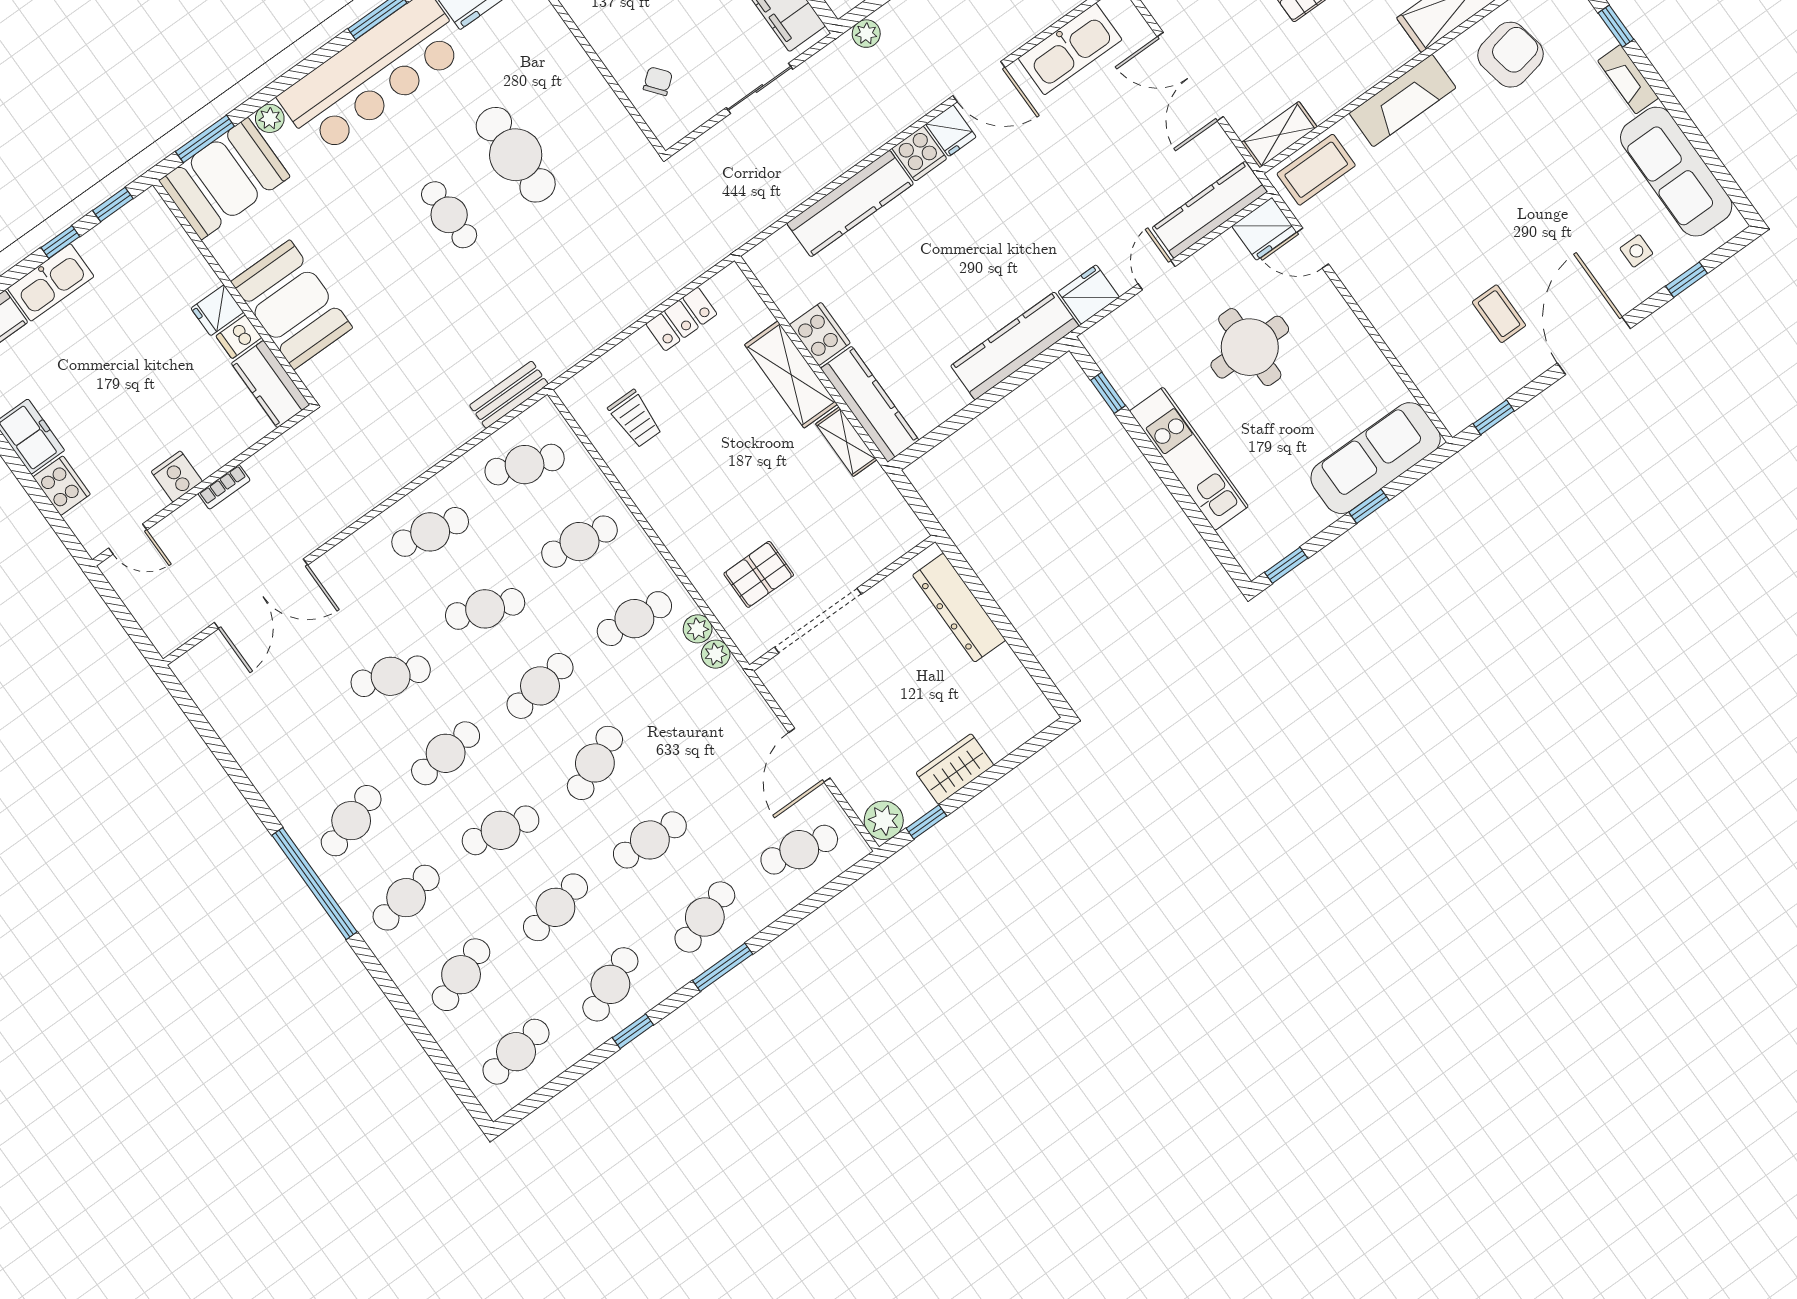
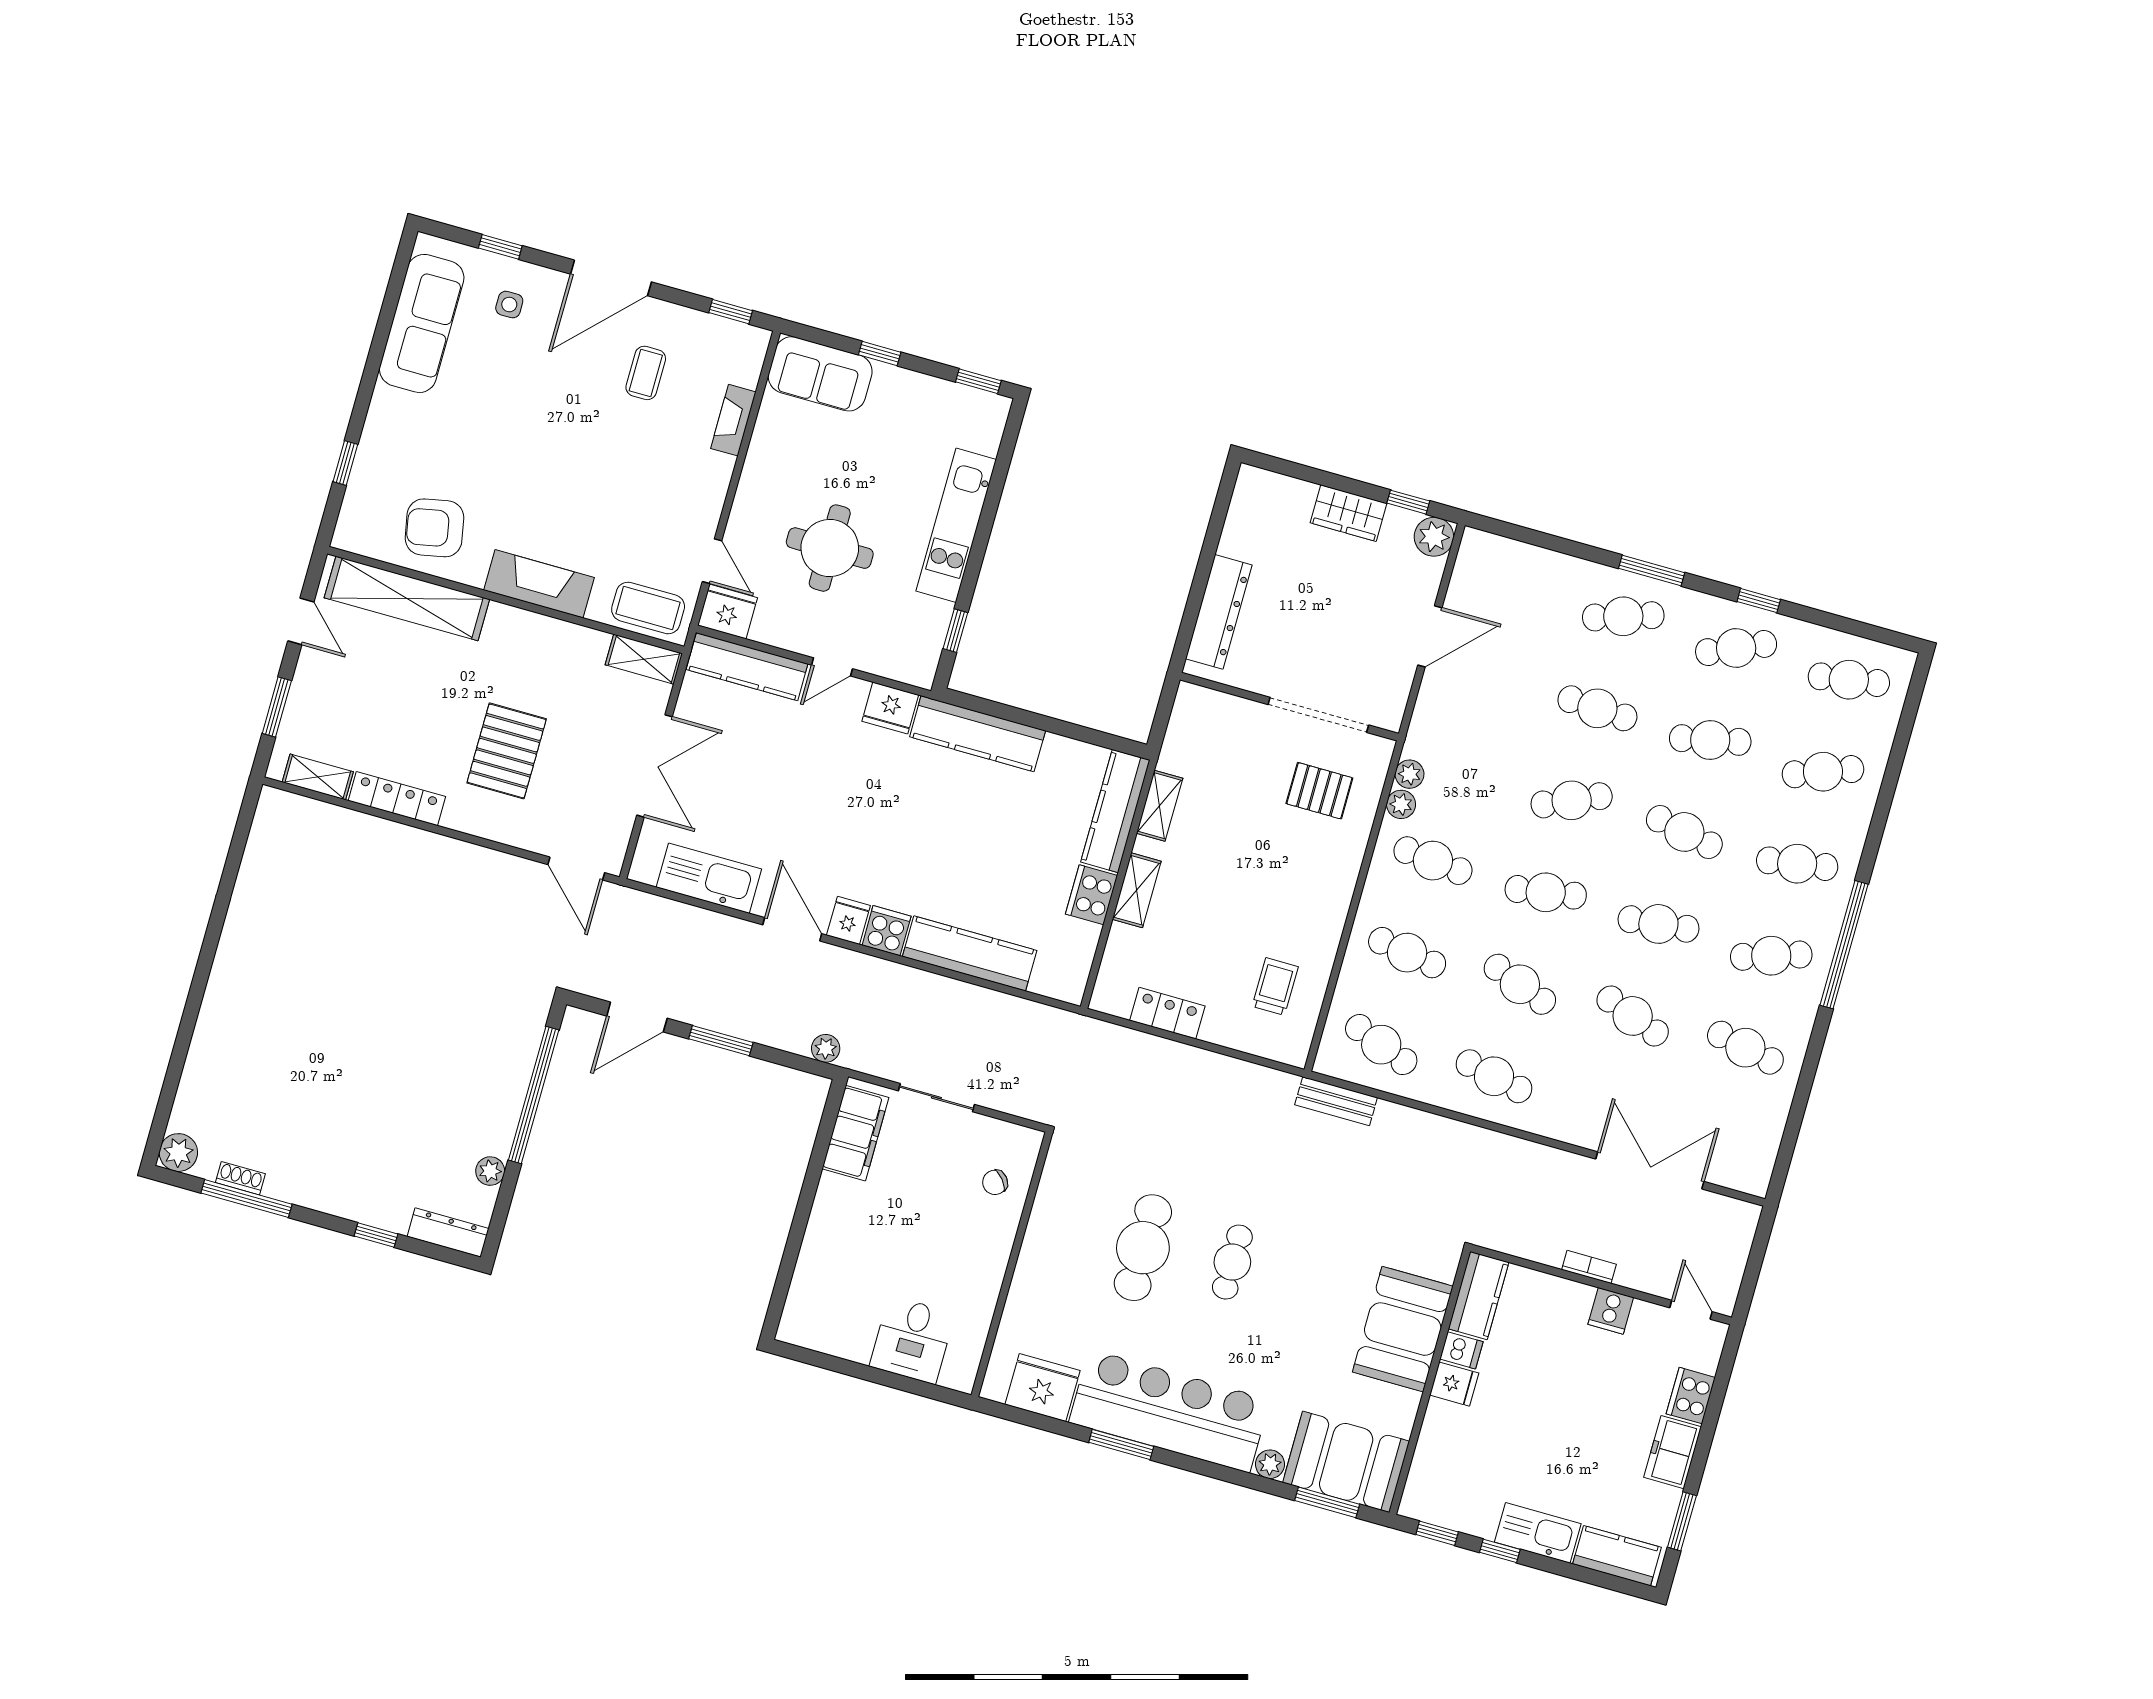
fireplace: (1628, 79) -> (733, 420), moved, turned 180
shelving: (791, 375) -> (1137, 890), width x0.67, depth x0.75
sofa: (1376, 458) -> (820, 374), width x0.73
cafe table: (799, 850) -> (1745, 1048), moved

